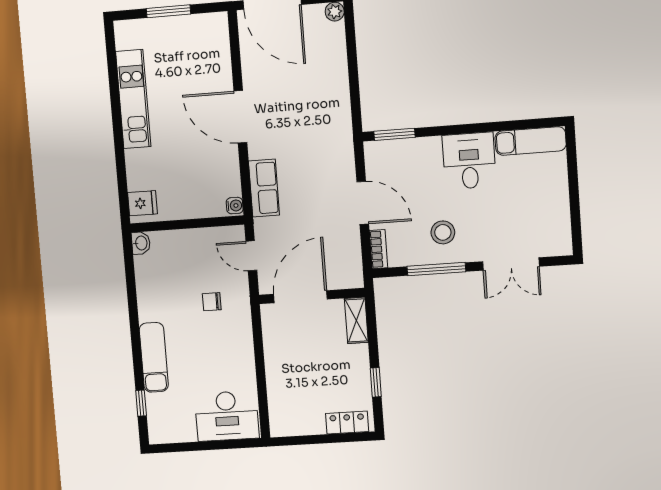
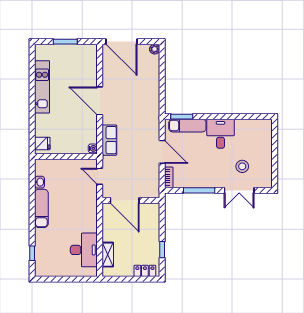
exam couch: (531, 141) -> (187, 126), moved
stool: (443, 232) -> (242, 166), moved
washbasin: (141, 243) -> (40, 182), moved
door: (300, 297) -> (125, 200), swing flipped
chair: (212, 302) -> (76, 200), removed
shelving: (356, 320) -> (108, 255), moved
exam couch: (154, 357) -> (41, 208), moved
desk: (227, 416) -> (84, 250), moved, turned -90

